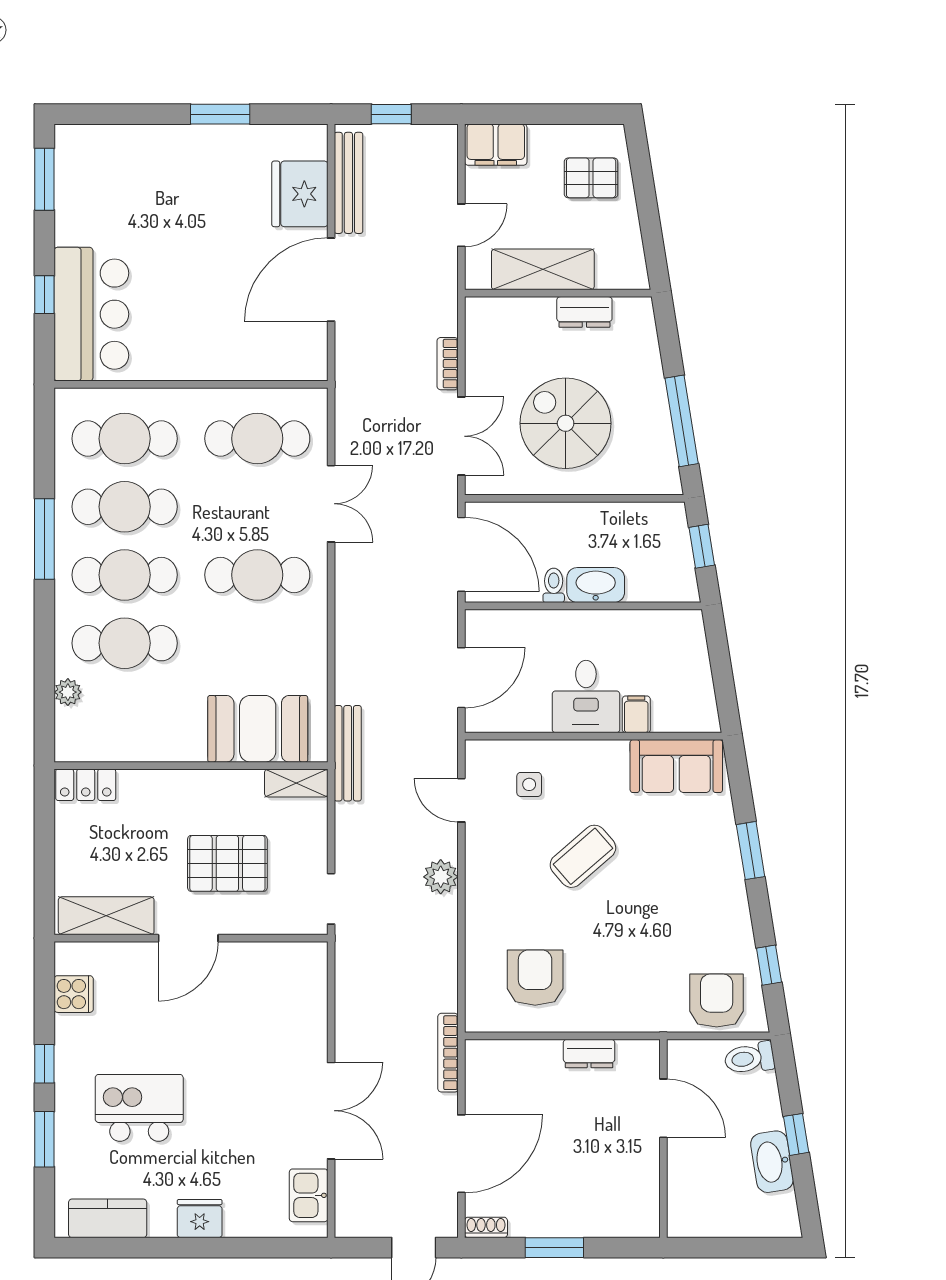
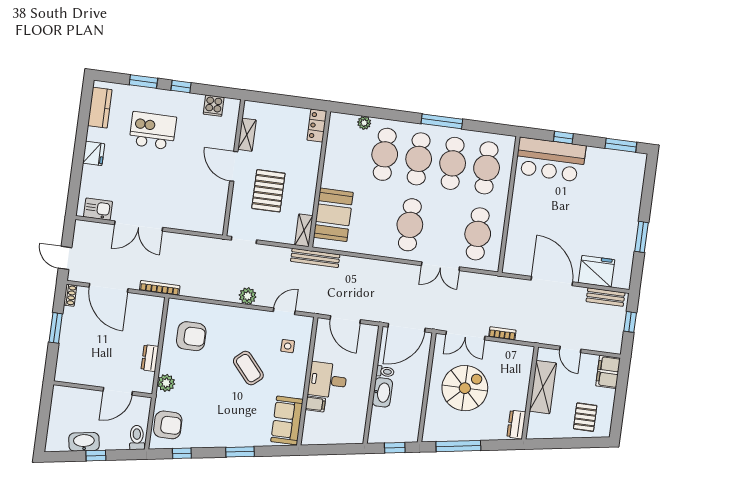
bench: (348, 183) -> (606, 297), width x0.73
dresser: (584, 312) -> (516, 425), moved
shelving: (106, 916) -> (247, 135), width x0.67, depth x0.75
plant: (634, 1015) -> (166, 383), added
kitchen island: (139, 1108) -> (153, 131), turned -90

